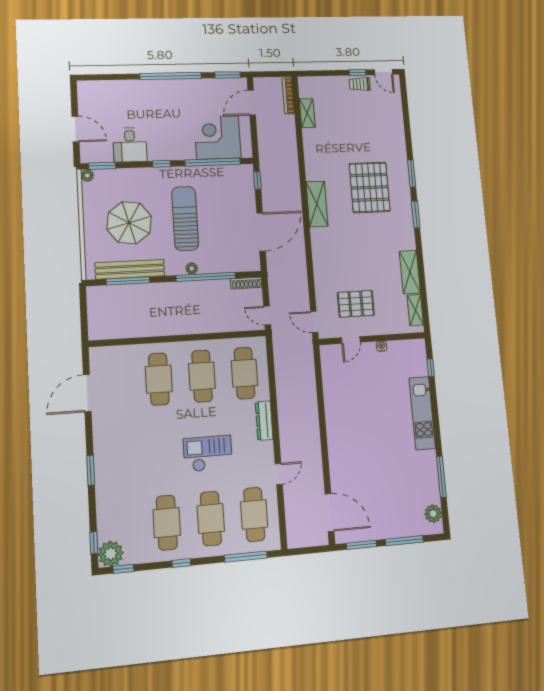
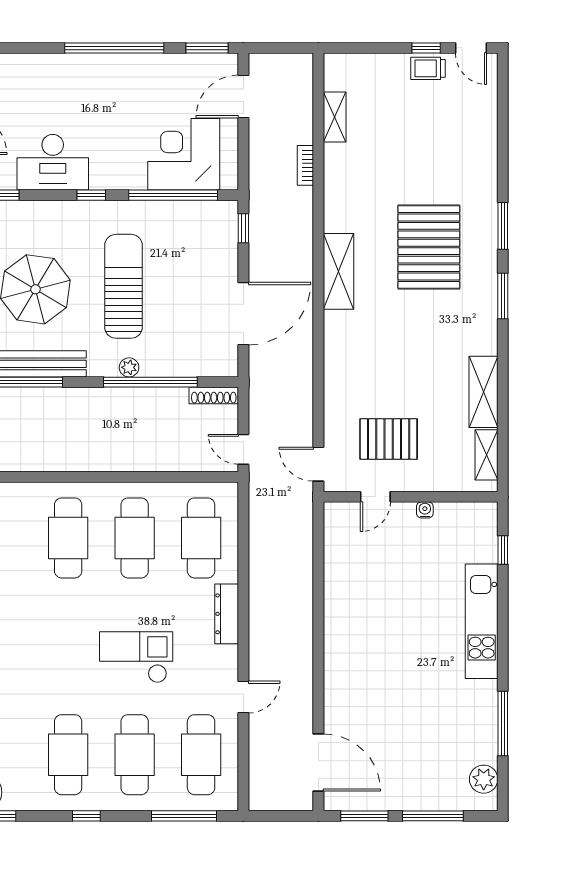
bookcase: (288, 96) -> (305, 165), moved, width x0.64
desk: (130, 145) -> (53, 162), width x1.37

